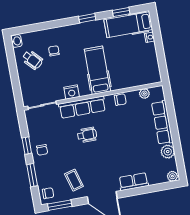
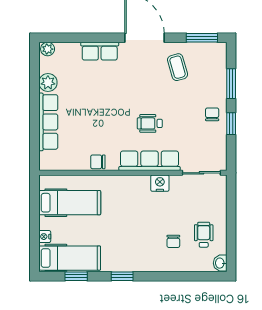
wheelchair: (32, 60) -> (204, 235), turned 43
hospital bed: (97, 70) -> (70, 203), moved, turned -90
plant: (144, 94) -> (65, 164), removed
chair: (48, 193) -> (214, 56), removed

